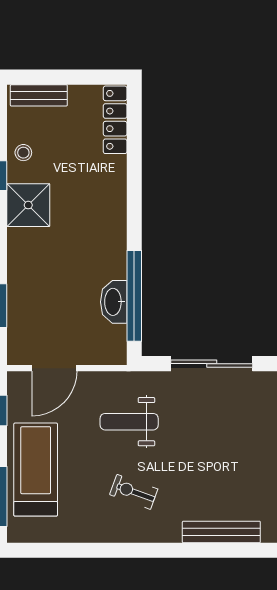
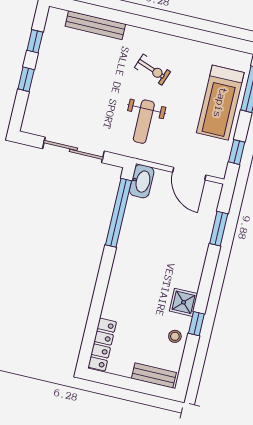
shower: (28, 205) -> (184, 302), width x0.73, depth x0.73
washbasin: (114, 302) -> (142, 181), moved
door: (54, 368) -> (189, 174), swing flipped
weight bench: (129, 422) -> (144, 122), turned 90

